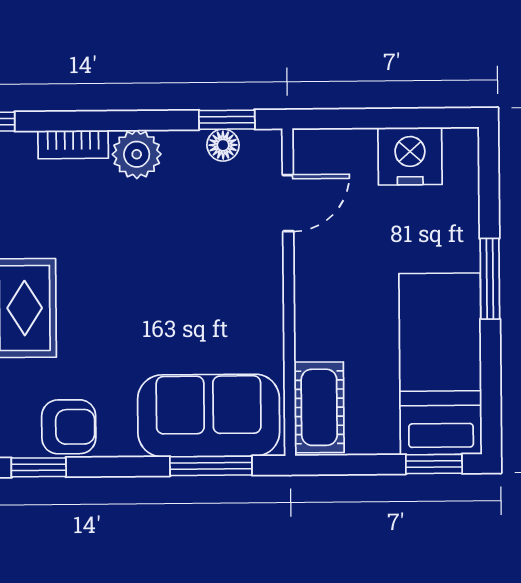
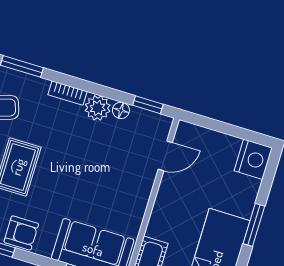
floor lamp: (223, 145) -> (121, 110), moved
nightstand: (410, 156) -> (253, 159), moved, turned 90

